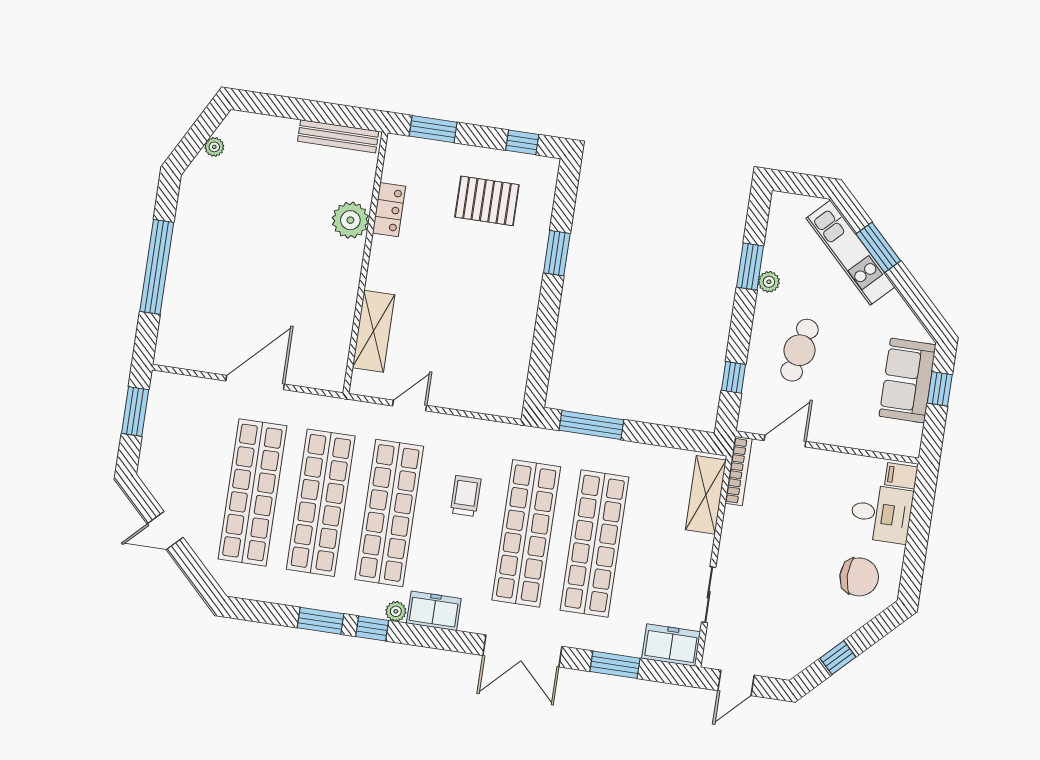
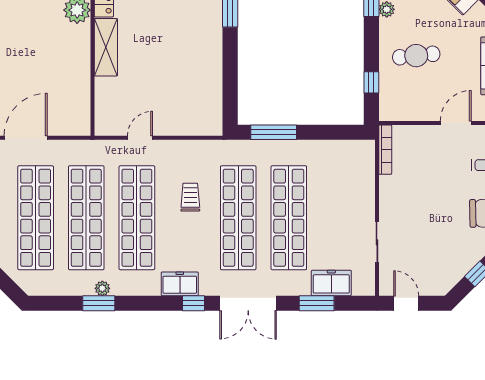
shelving: (374, 331) -> (106, 47), moved
cafe table: (799, 350) -> (416, 56), turned 72
door: (785, 441) -> (456, 123), moved
shelving: (706, 495) -> (364, 170), removed
plant: (396, 611) -> (102, 288), moved
window: (372, 628) -> (193, 303), moved
freezer: (671, 645) -> (331, 283), moved
door: (736, 683) -> (406, 303), swing flipped

